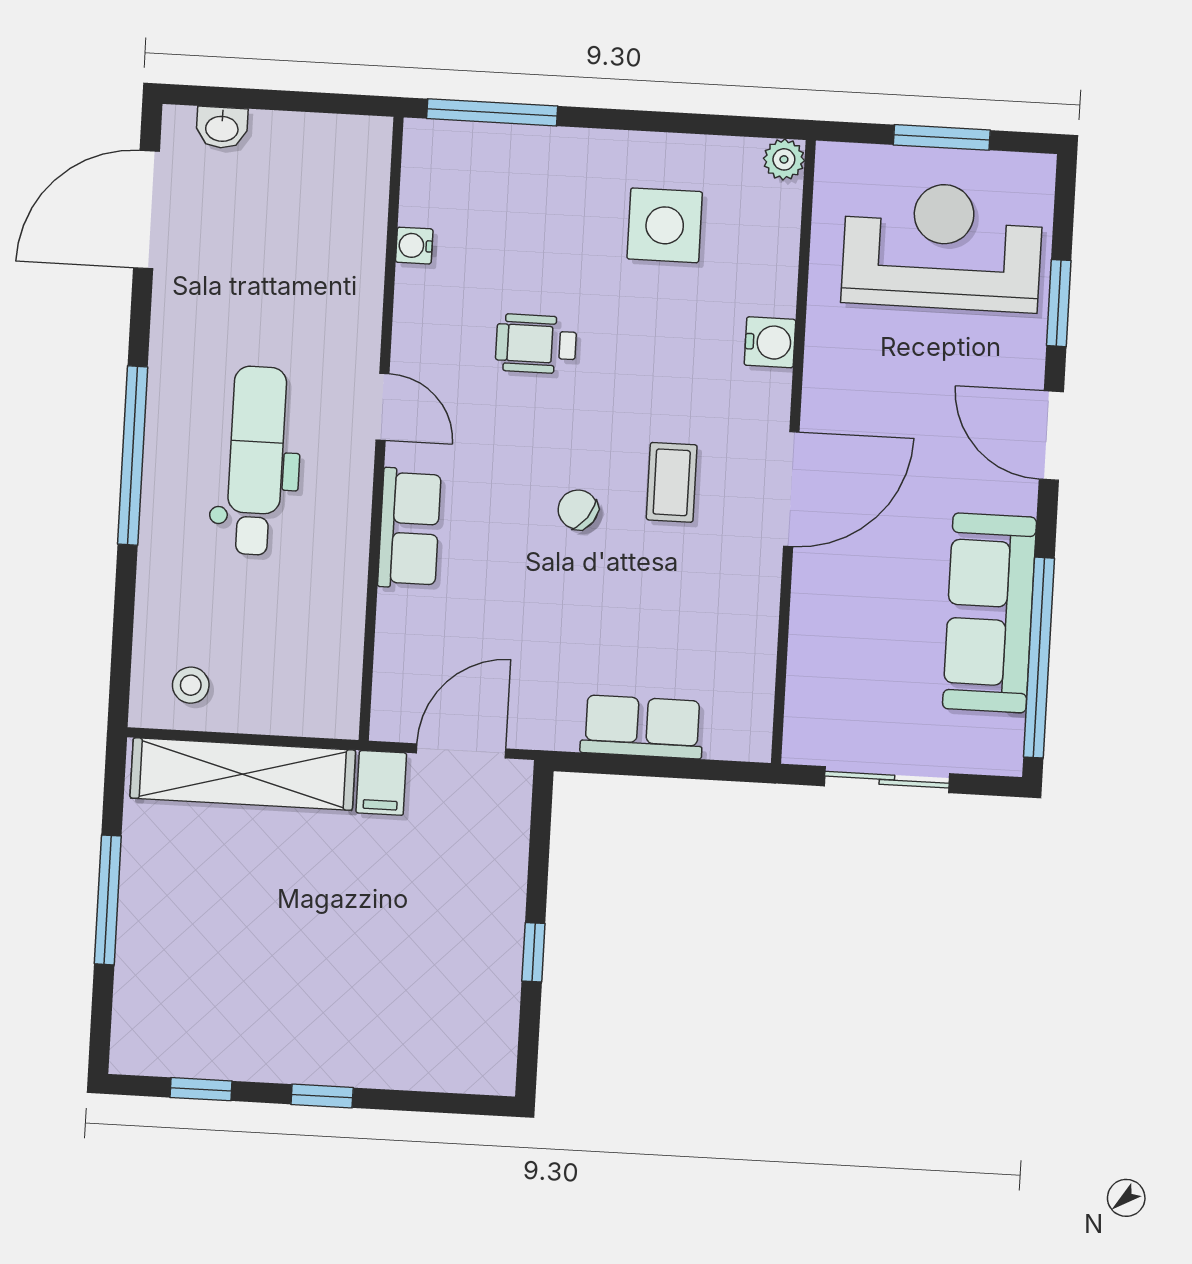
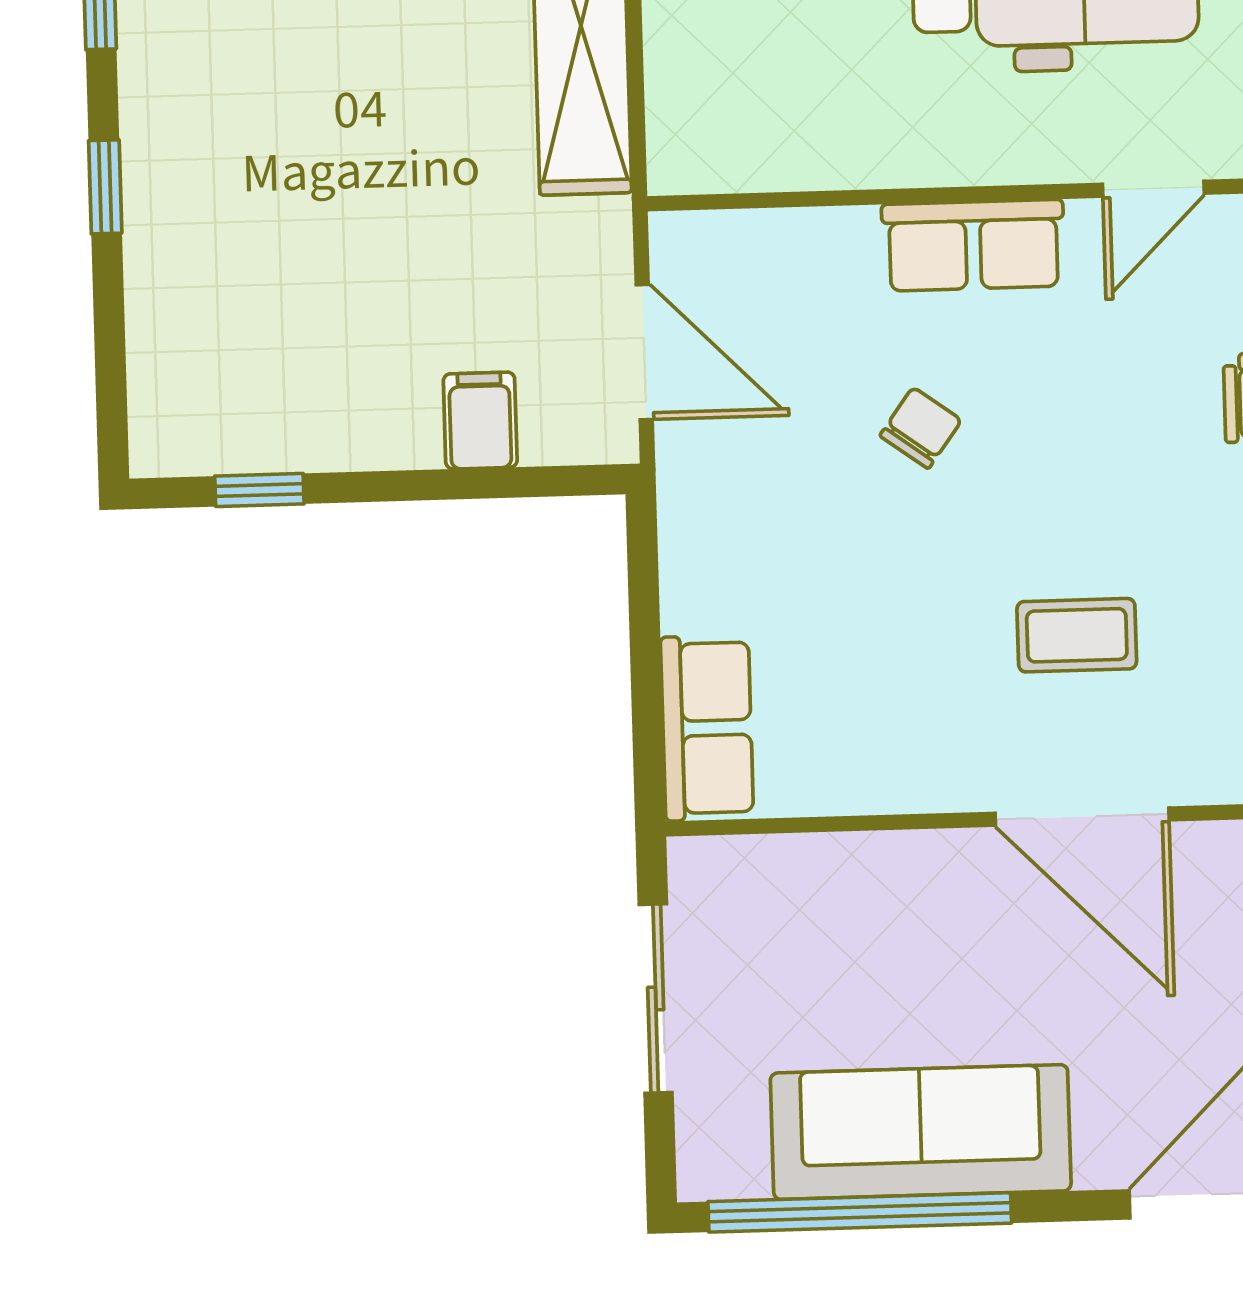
chair: (578, 510) -> (921, 428), moved
row of seats: (642, 727) -> (707, 728), moved
filing cabinet: (381, 783) -> (480, 421), moved, turned 90
window: (533, 952) -> (259, 490), moved

